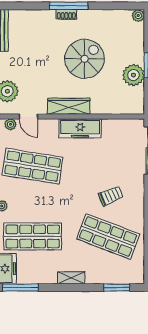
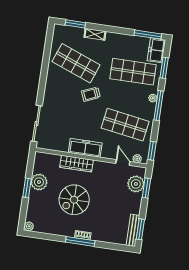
wardrobe: (69, 106) -> (76, 164), moved
trolley: (111, 196) -> (91, 94), moved
shelving: (71, 278) -> (95, 34), moved

